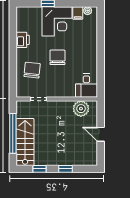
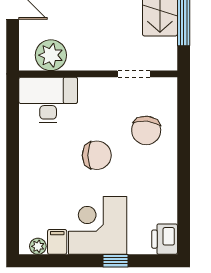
printer: (23, 40) -> (165, 239), moved
chair: (57, 57) -> (97, 155), turned -90
desk: (86, 86) -> (48, 100), width x1.37

